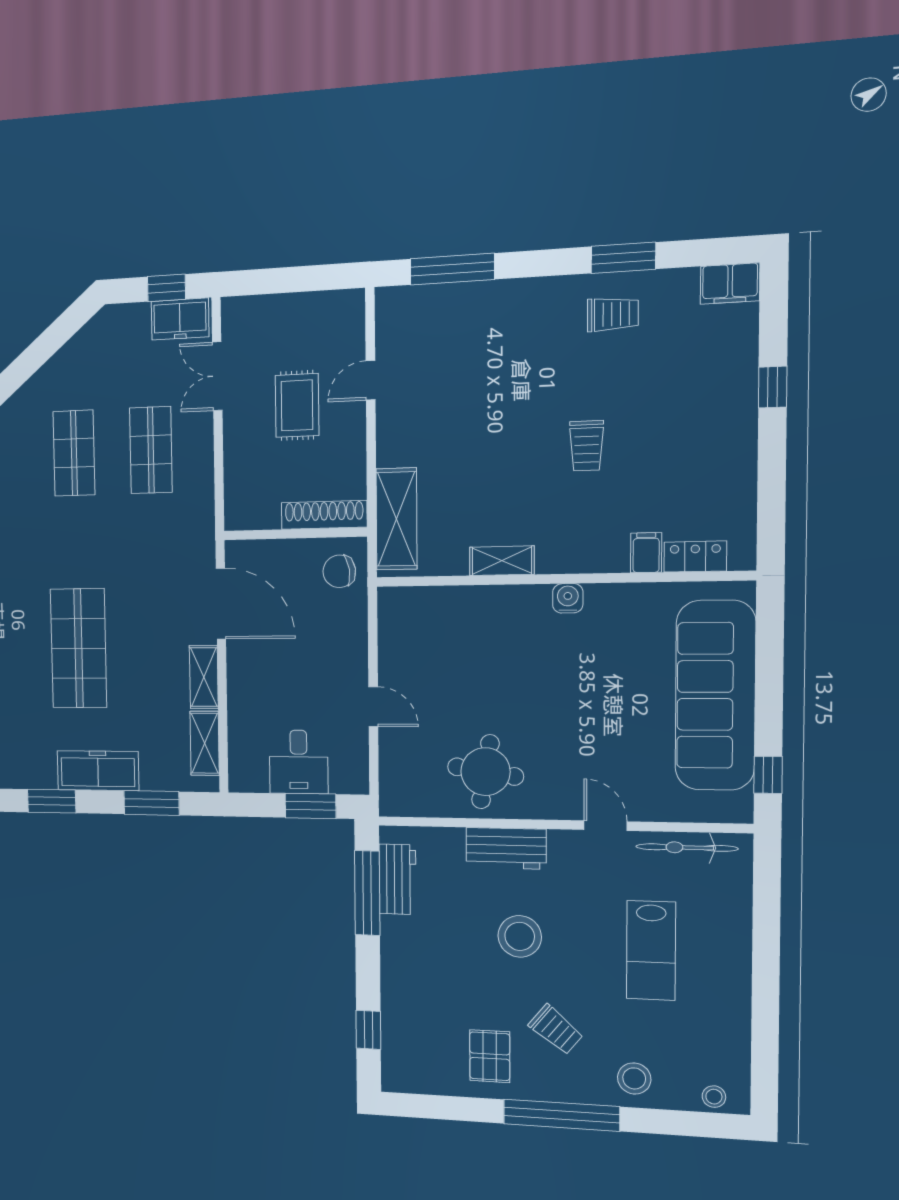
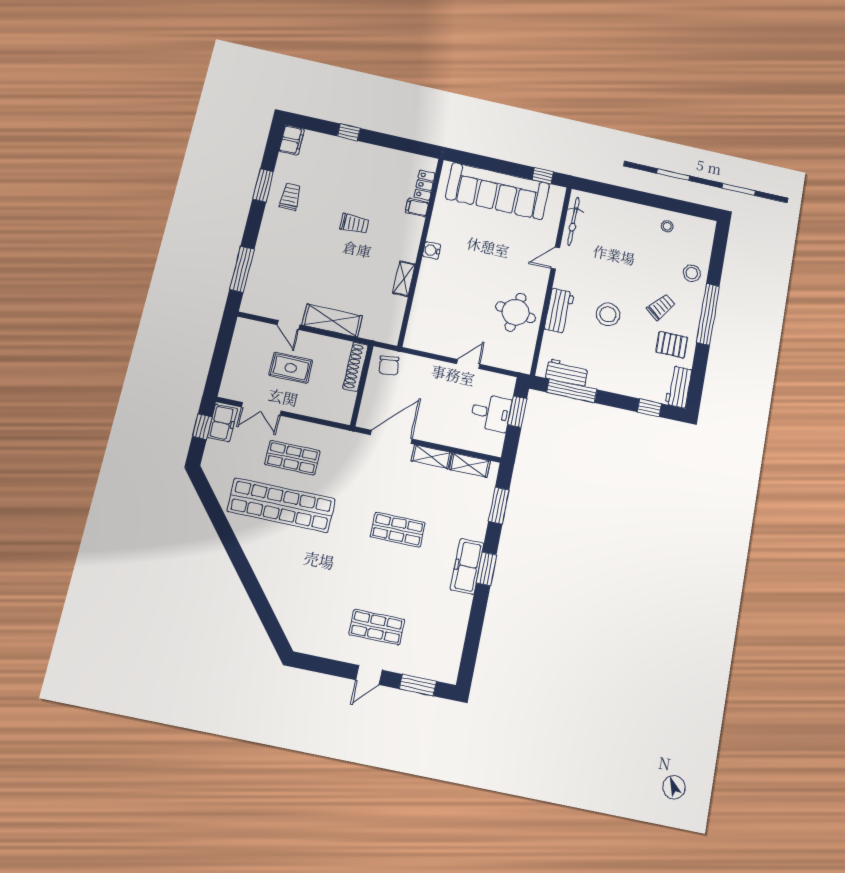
shop shelf: (74, 453) -> (281, 505), width x2.00, depth x1.36
shelving: (396, 519) -> (332, 320), moved
shop shelf: (78, 648) -> (398, 530), width x0.70, depth x0.74
freezer: (98, 771) -> (467, 566), moved
lab bench: (651, 950) -> (625, 250), removed
workbench: (416, 1076) -> (678, 387), added
stool: (714, 1097) -> (667, 226), moved

